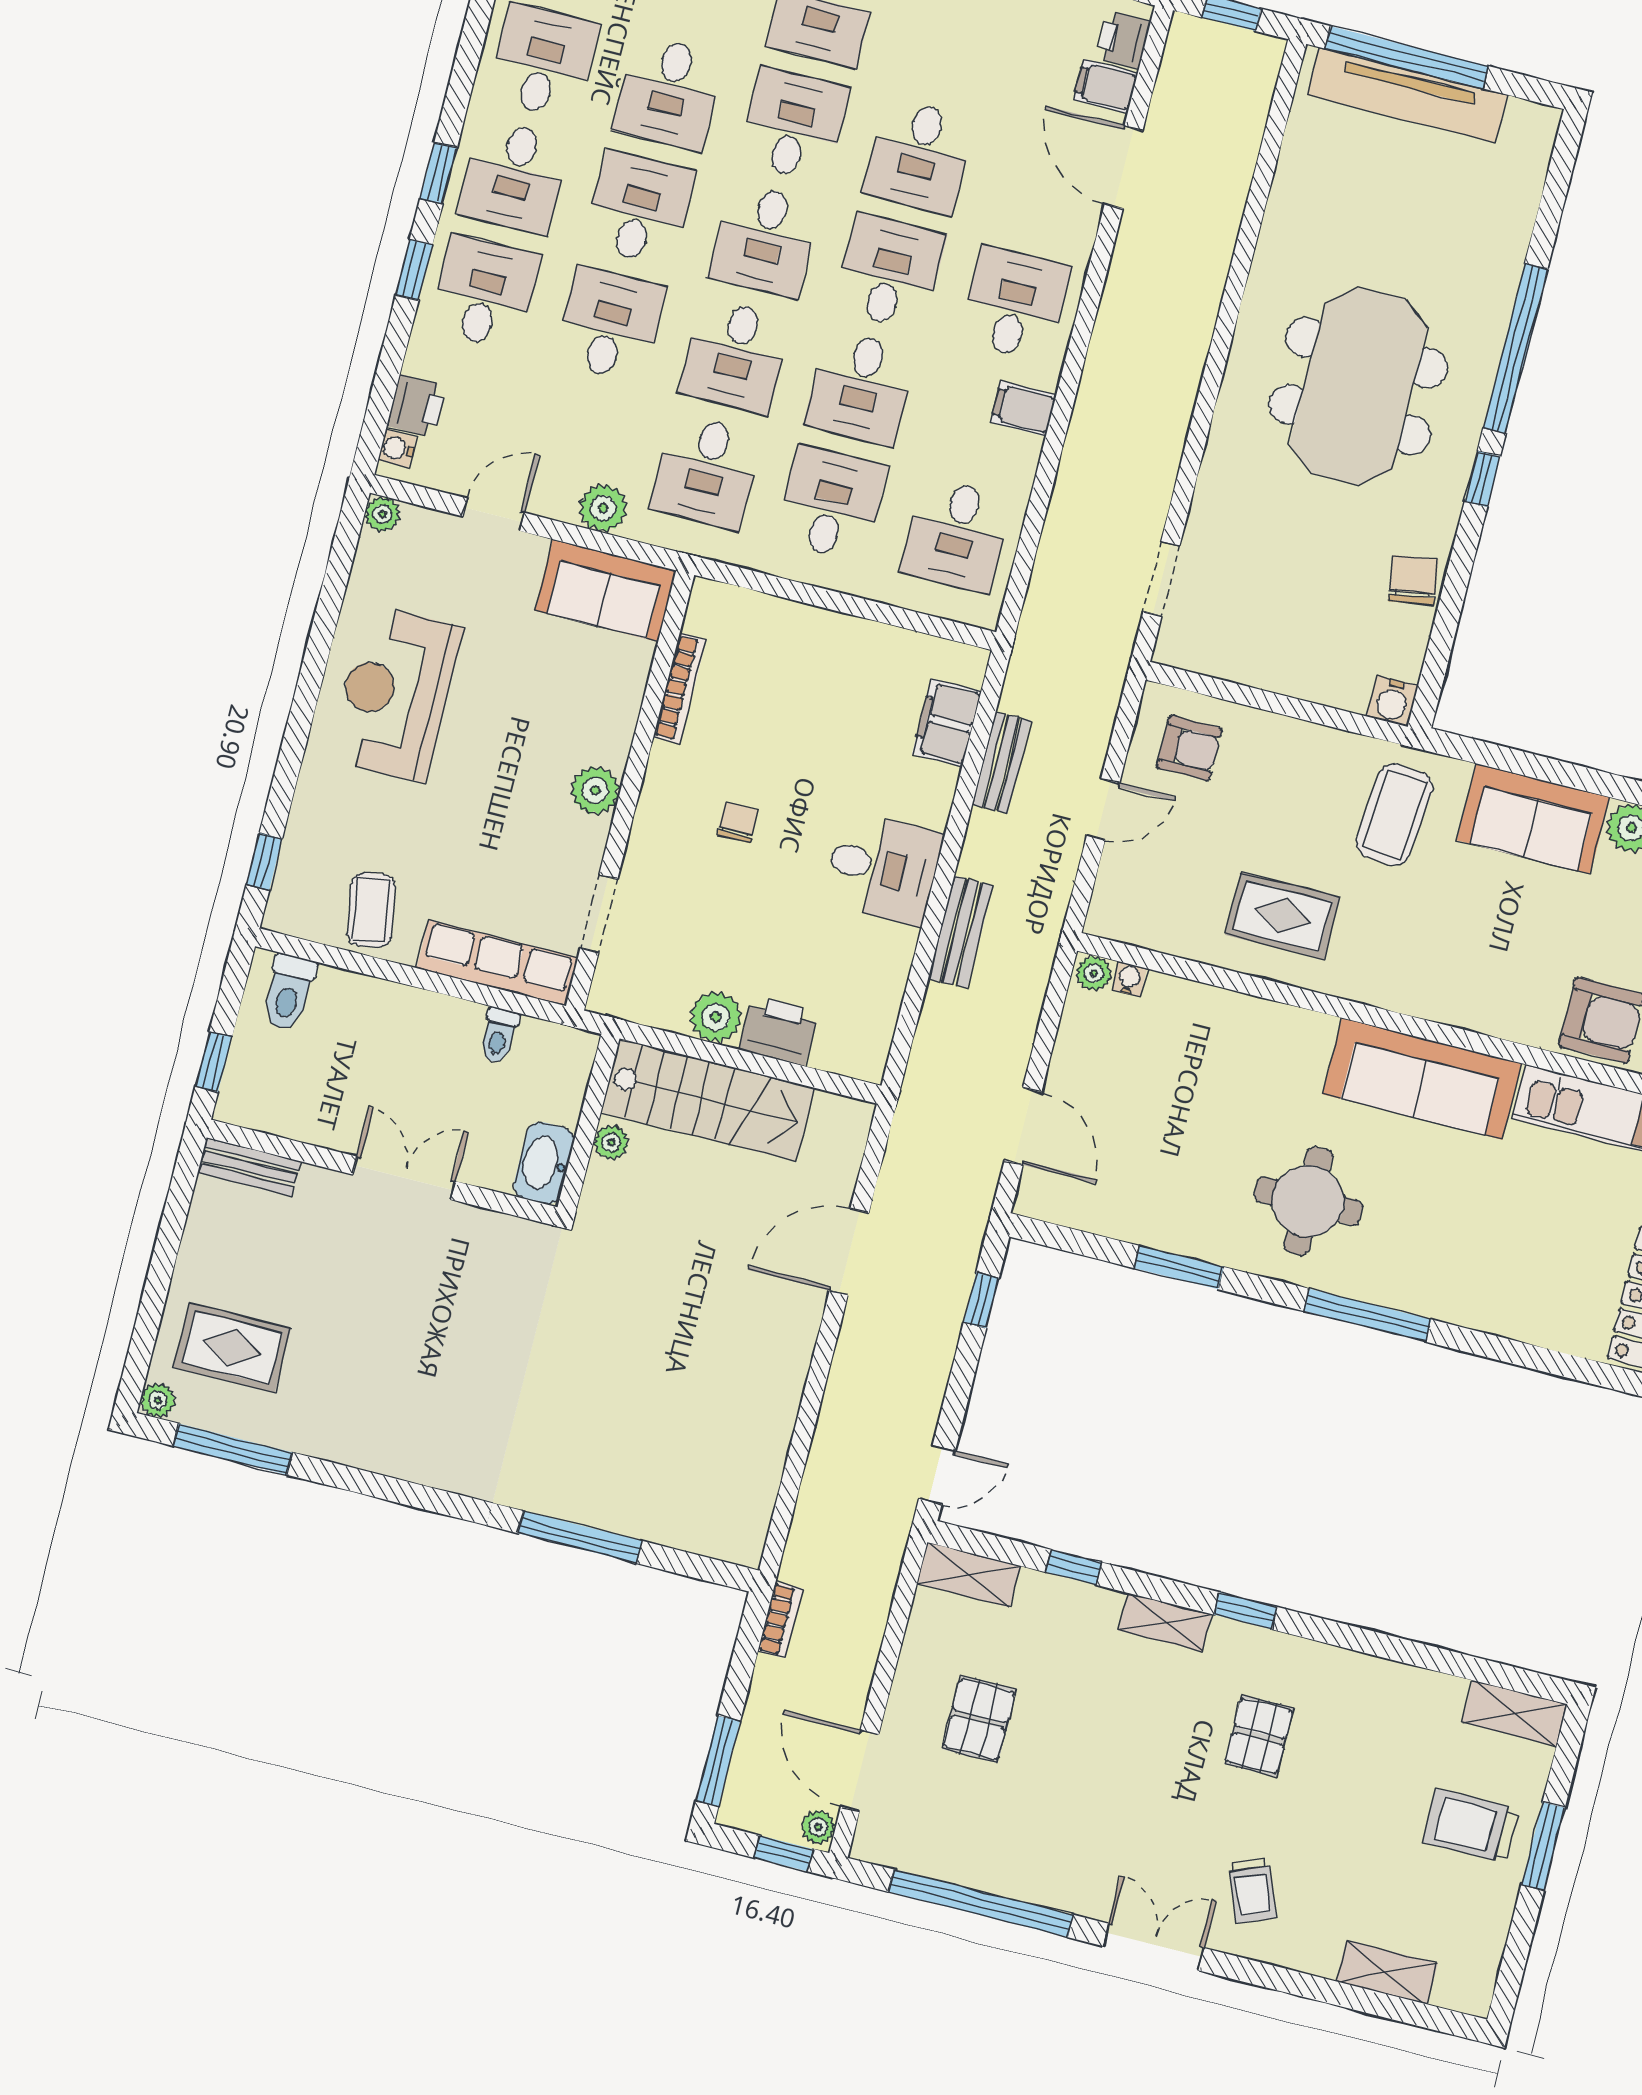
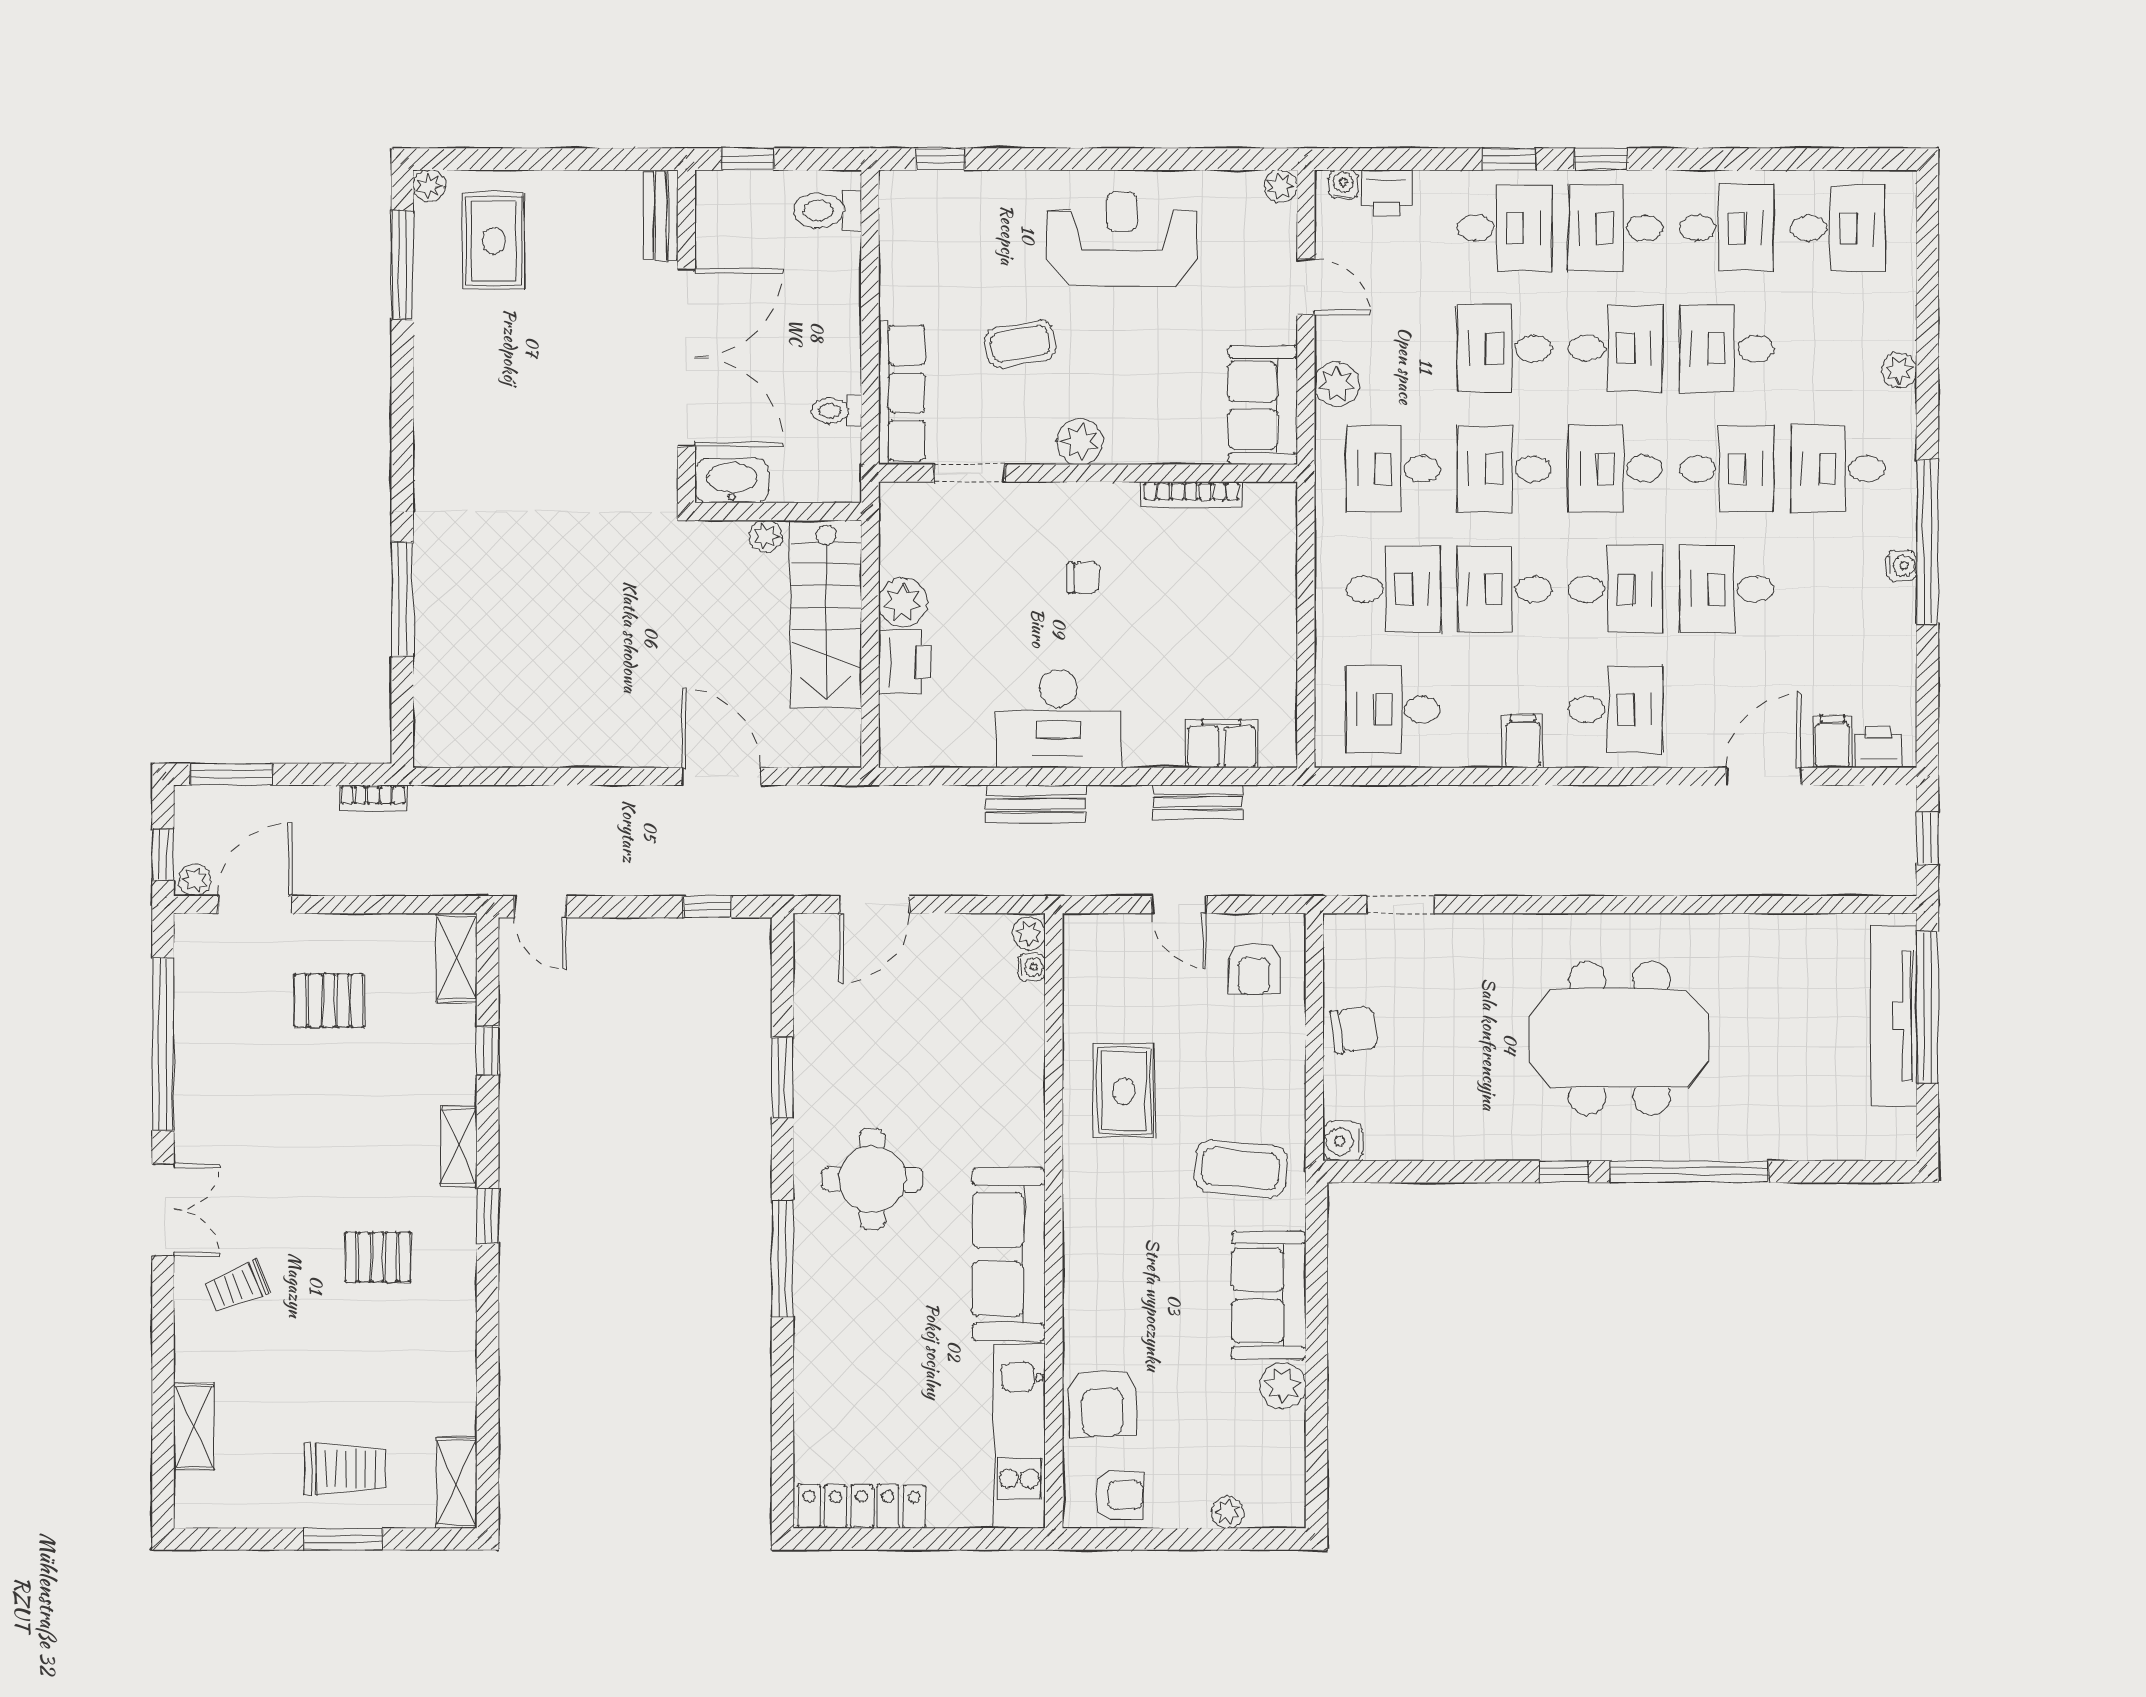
desk: (610, 324) -> (1504, 348), turned 180
chair: (1413, 580) -> (1354, 1029), moved
desk: (882, 868) -> (1058, 719), width x1.37
coffee table: (371, 910) -> (1020, 344), moved
double door: (404, 1178) -> (686, 357), width x1.87
trolley: (1471, 1826) -> (345, 1469), turned 90

